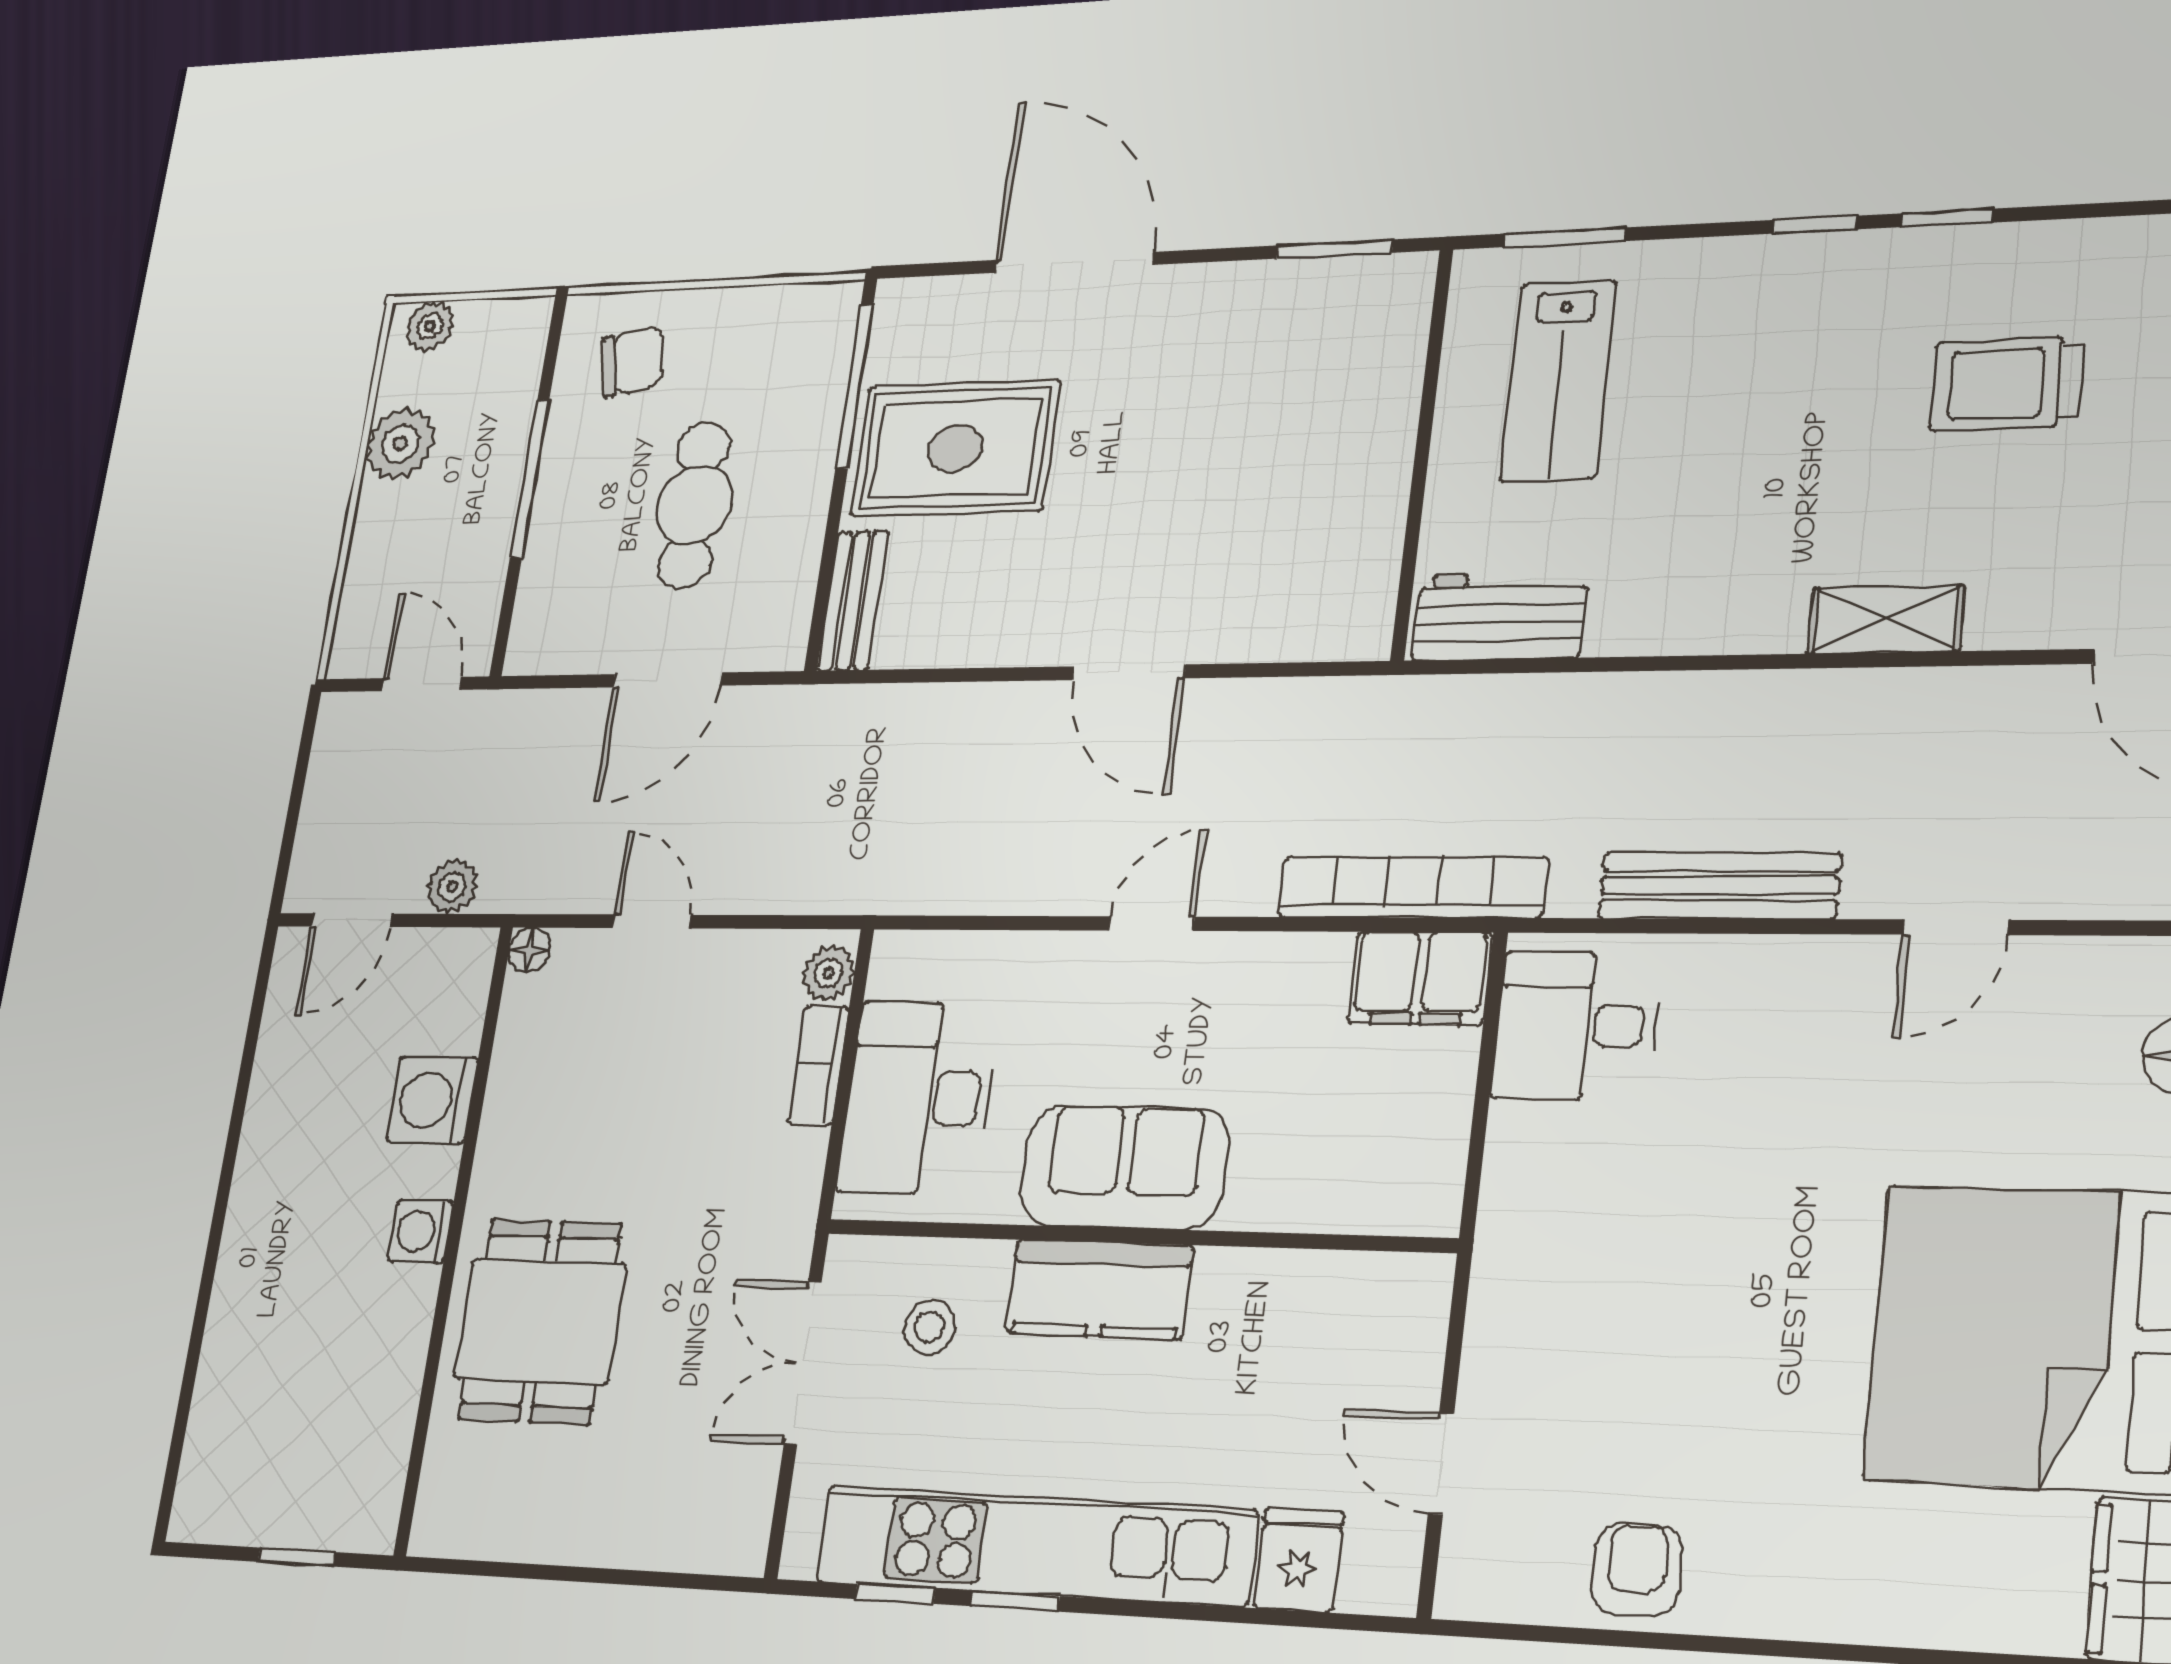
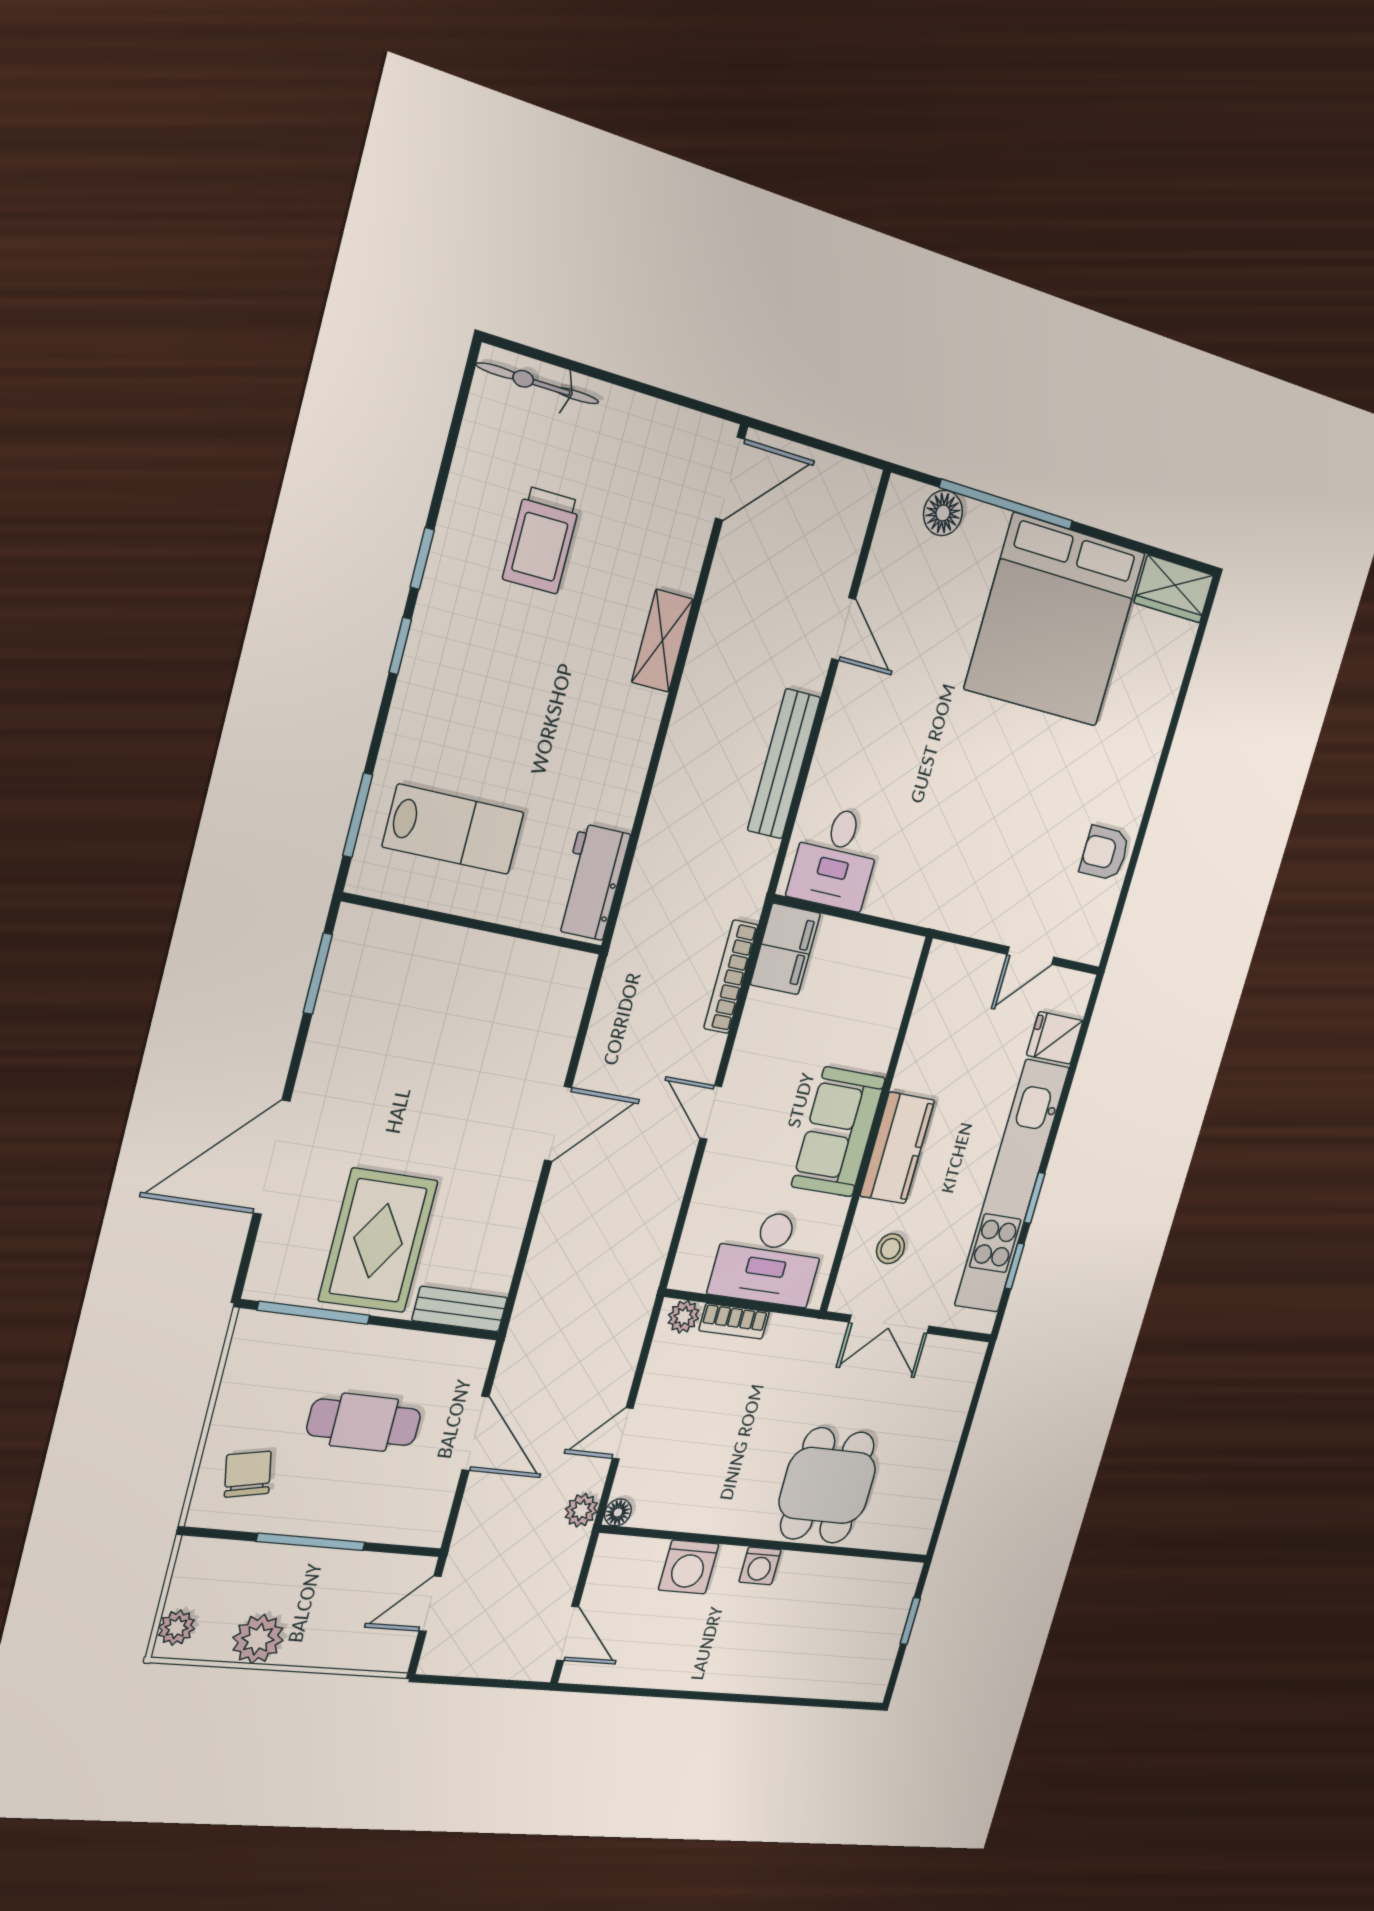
plant: (452, 886) -> (581, 1510), moved
bookcase: (1412, 887) -> (731, 977), width x0.68, depth x0.76
dining table: (540, 1321) -> (827, 1486), turned 90

